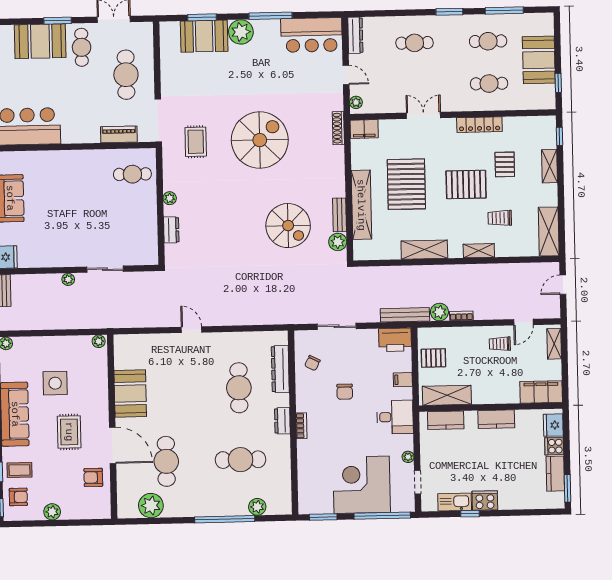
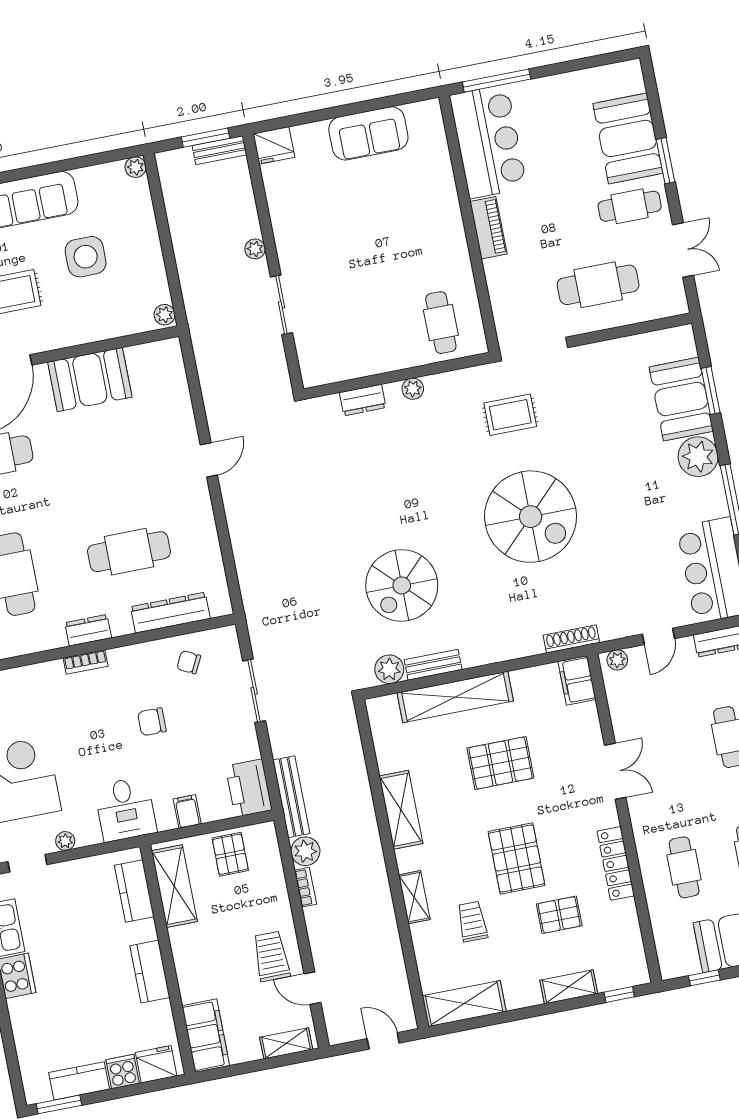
piano: (119, 134) -> (488, 228), moved
pallet: (406, 184) -> (500, 763), width x0.73, depth x0.71
trolley: (500, 344) -> (271, 956), width x1.36, depth x1.39

